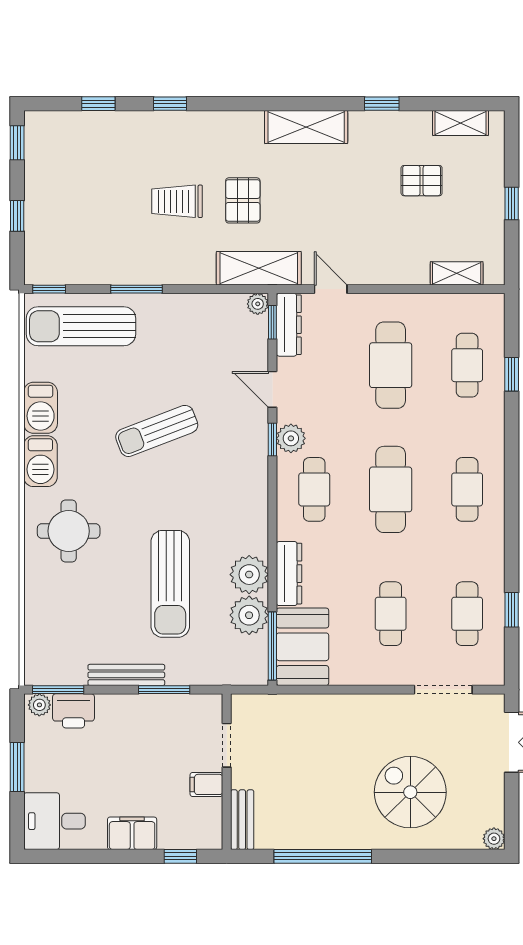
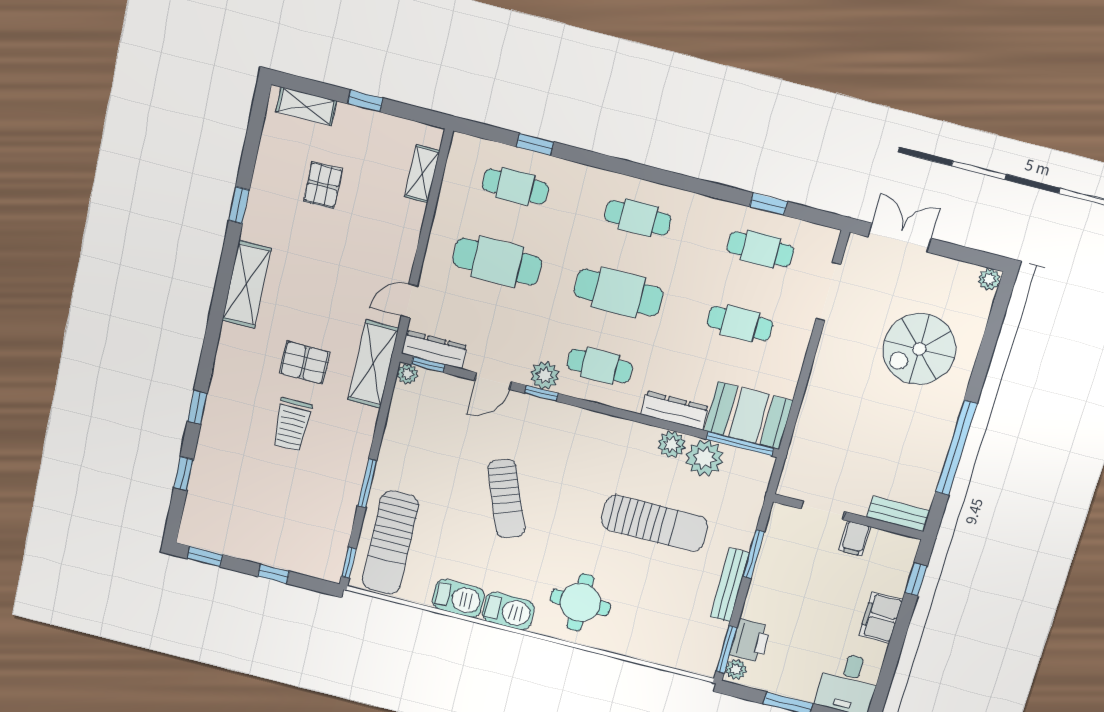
shelving: (461, 123) -> (306, 106), moved, turned 90
plant: (249, 575) -> (672, 445), width x0.73, depth x0.73

